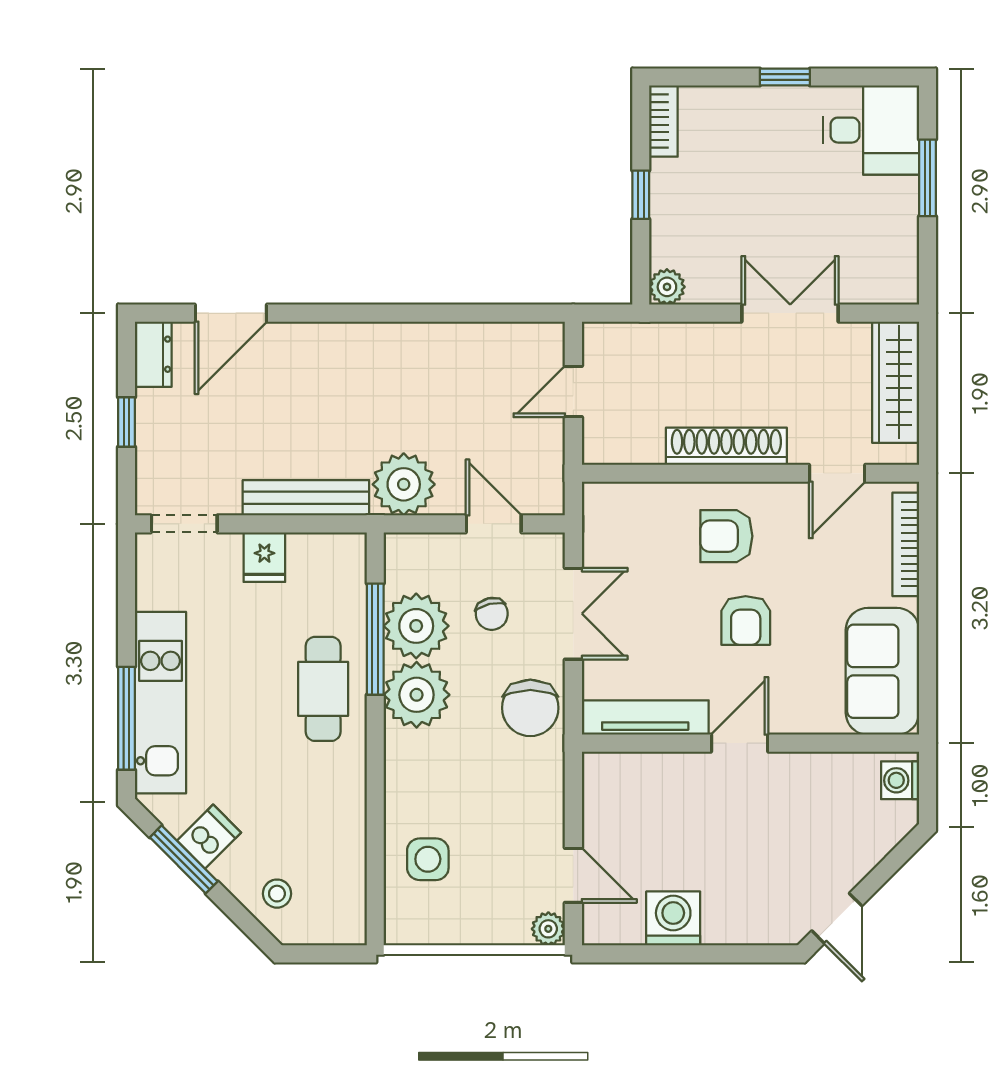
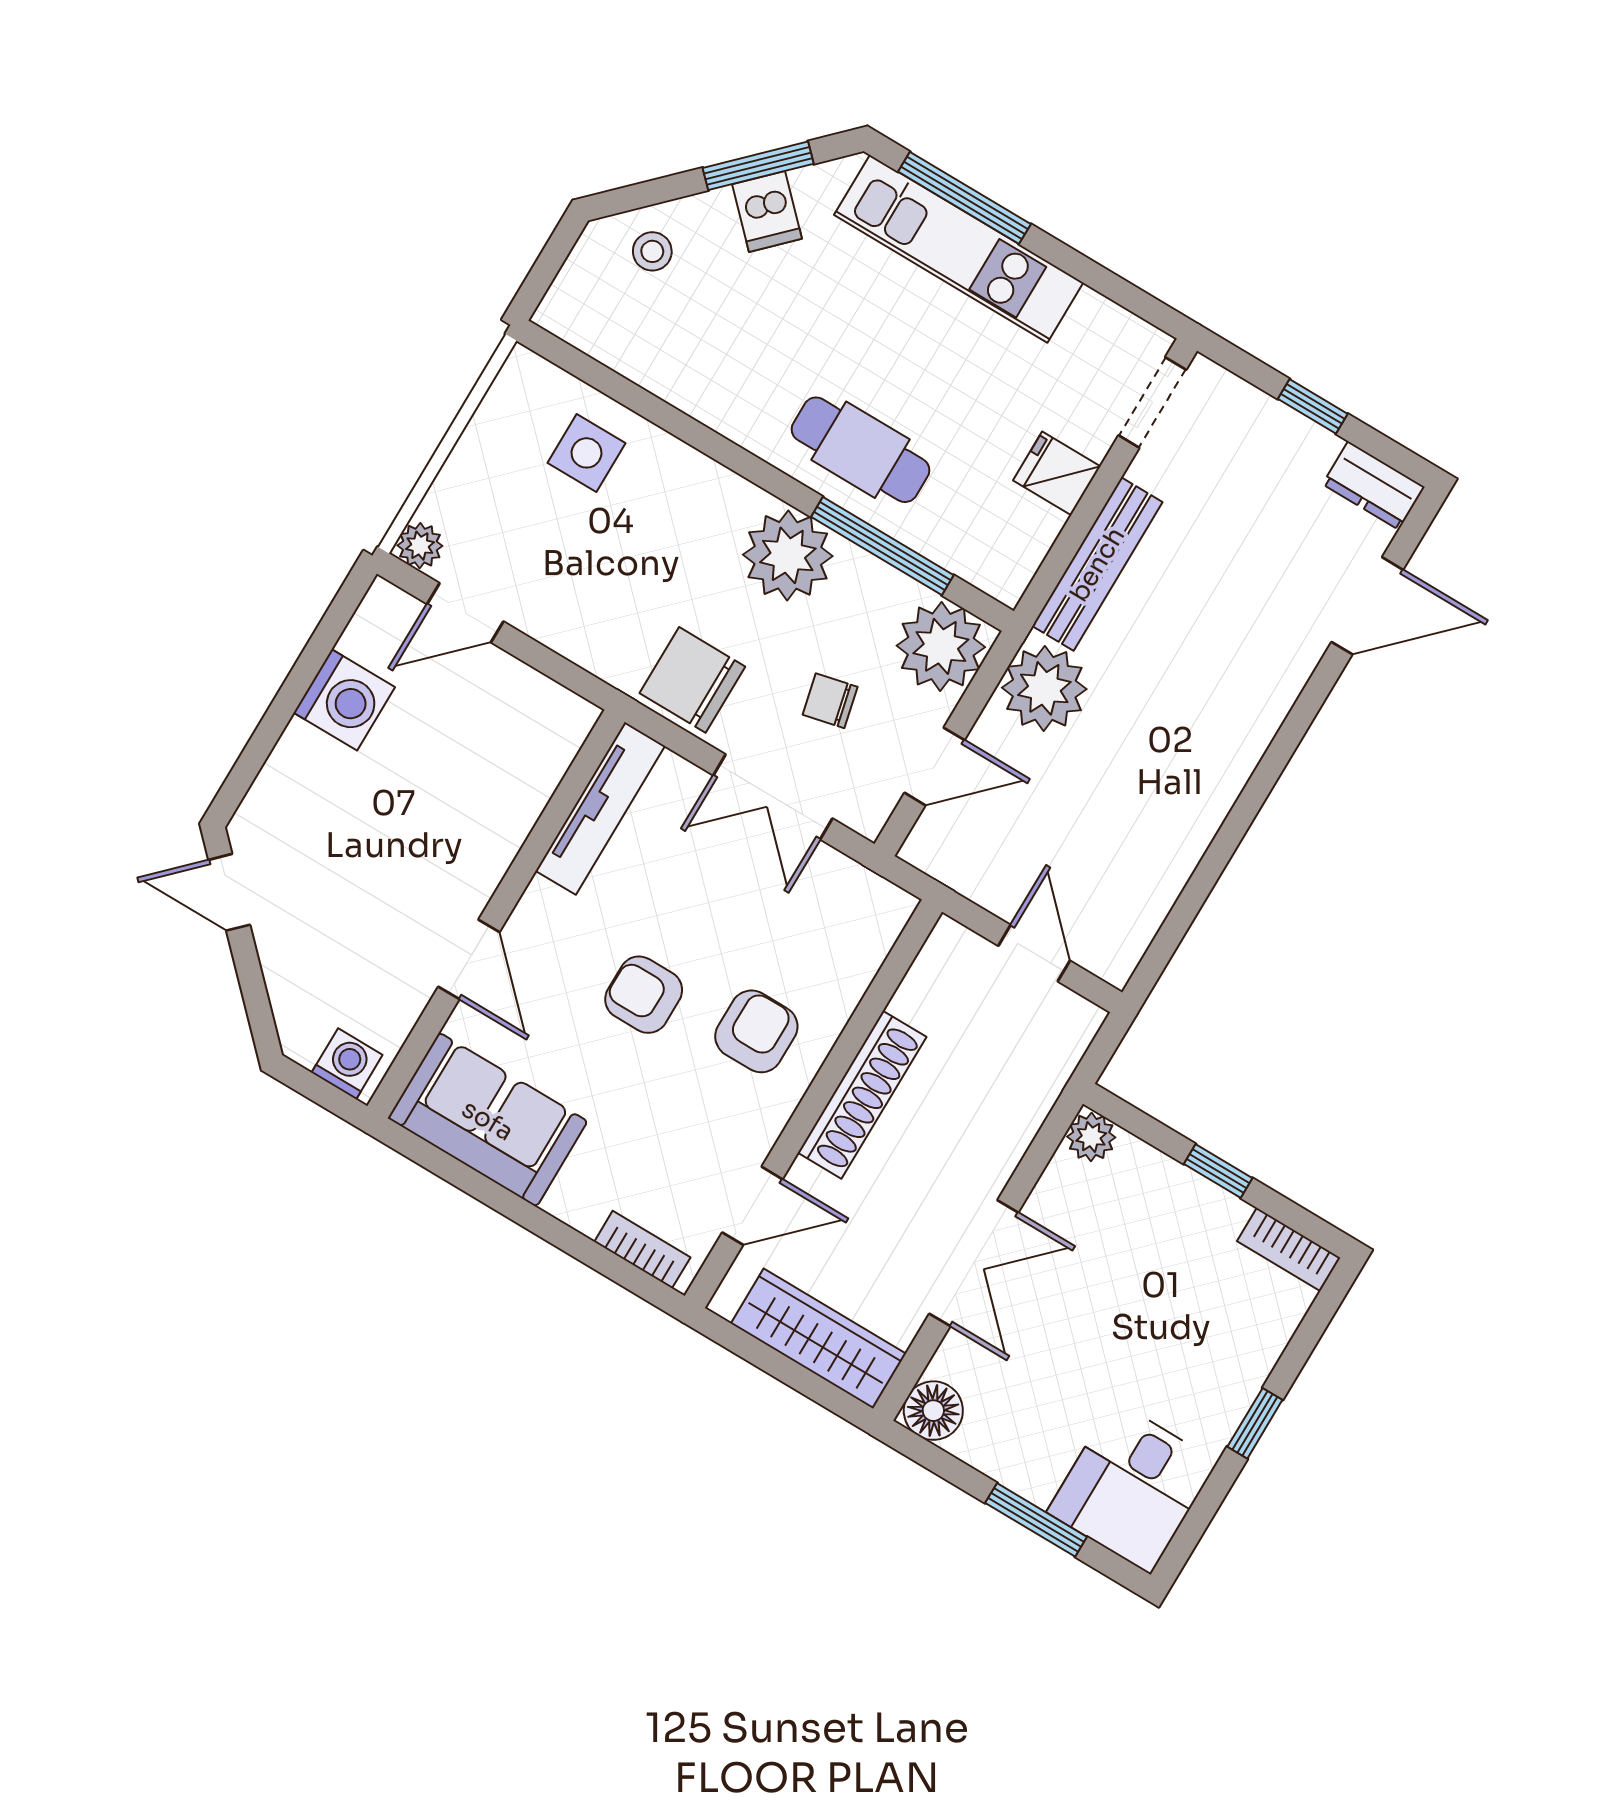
floor lamp: (898, 283) -> (933, 1411), added
door: (231, 313) -> (1367, 606), swing flipped
door: (837, 473) -> (752, 1206), swing flipped
bookcase: (906, 544) -> (642, 1250), width x0.64
plant: (416, 626) -> (941, 646), moved
door: (740, 743) -> (469, 959), moved

